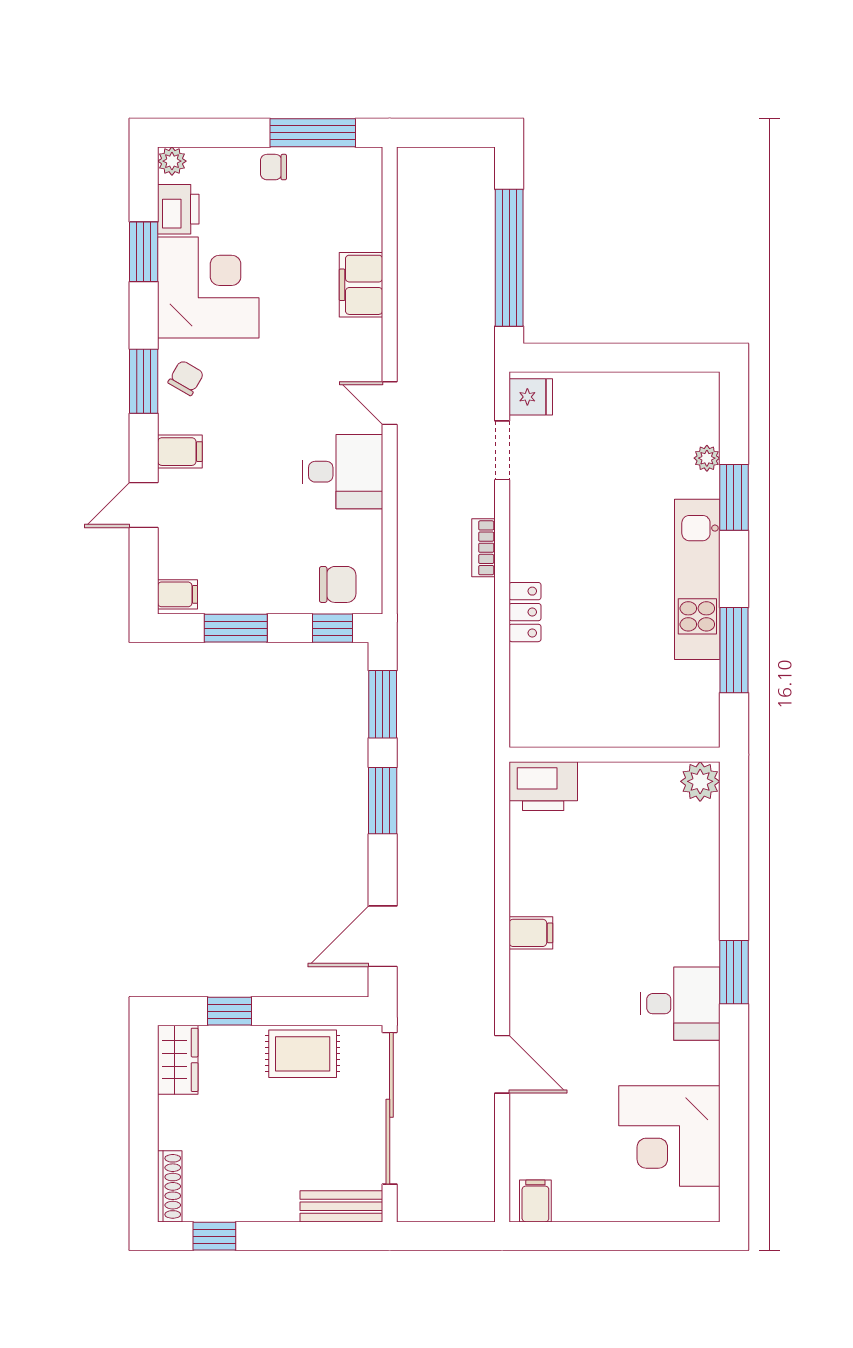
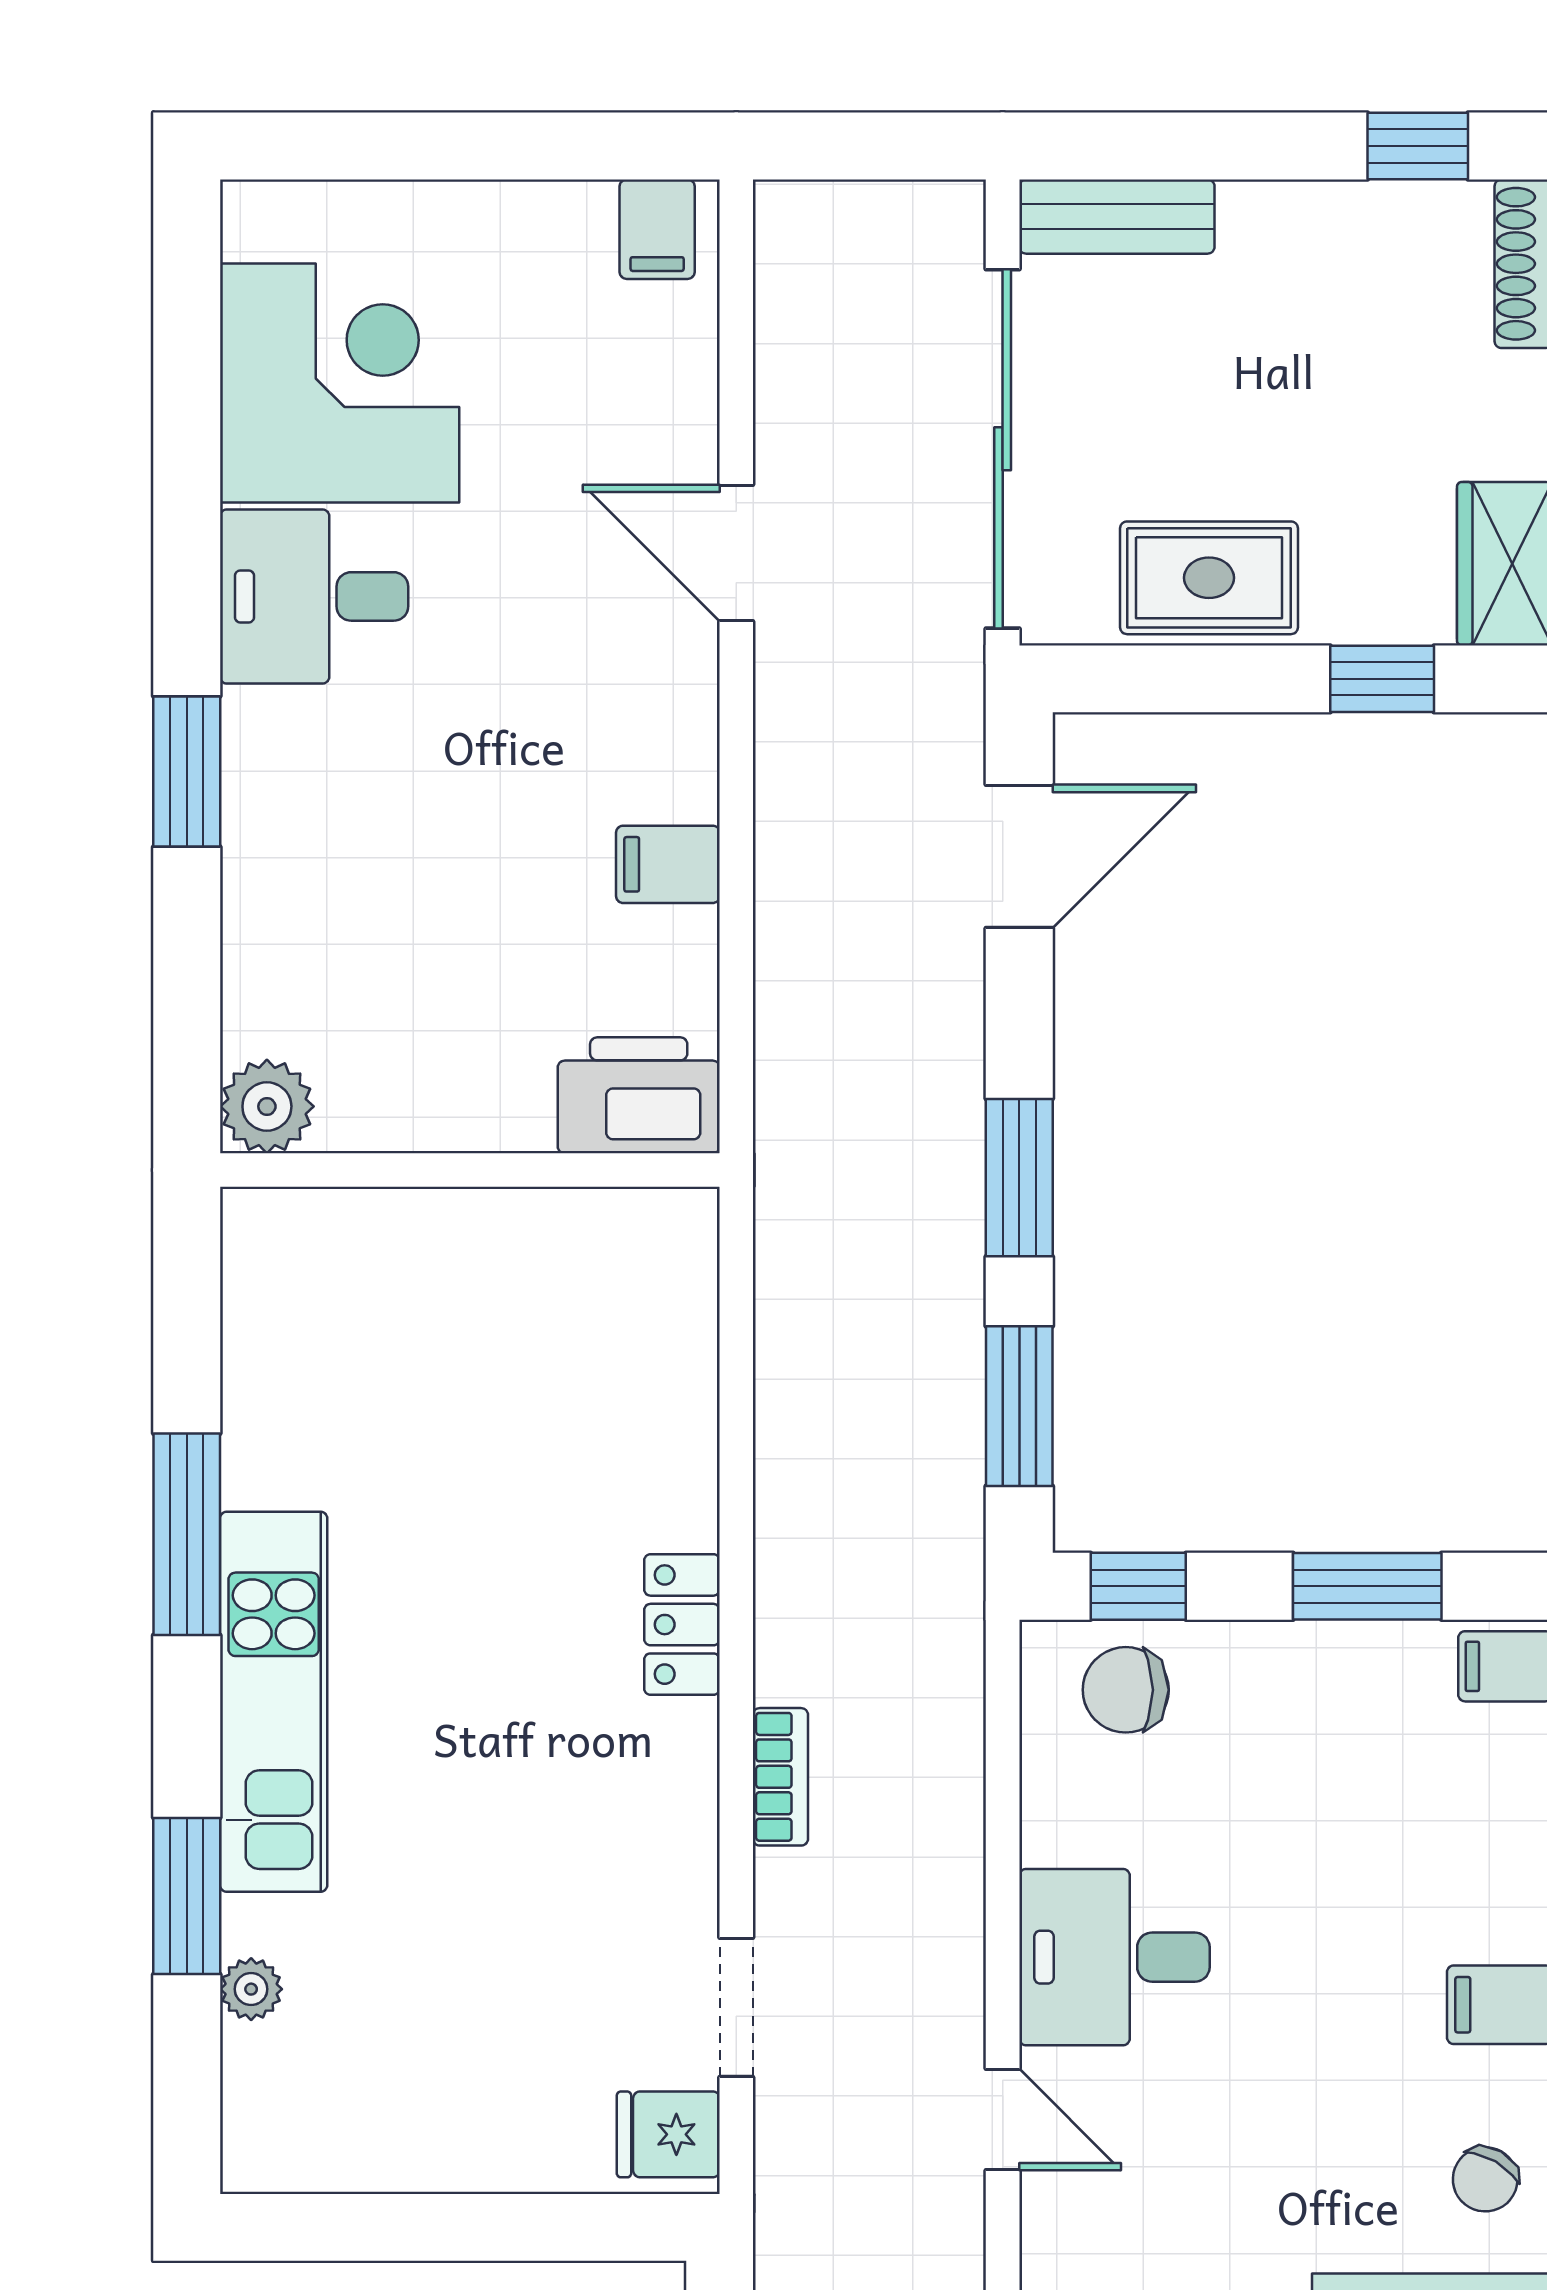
wall: (615, 755) -> (470, 1170), moved
plant: (700, 781) -> (267, 1106), moved
printer: (543, 786) -> (639, 1095), moved
desk: (680, 1004) -> (314, 596), moved

